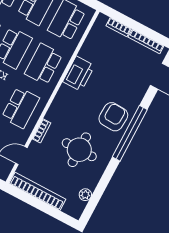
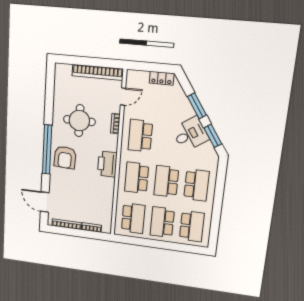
school desk: (44, 64) -> (137, 178), turned 180
printer: (79, 74) -> (107, 164), moved
plant: (85, 195) -> (59, 86), removed

